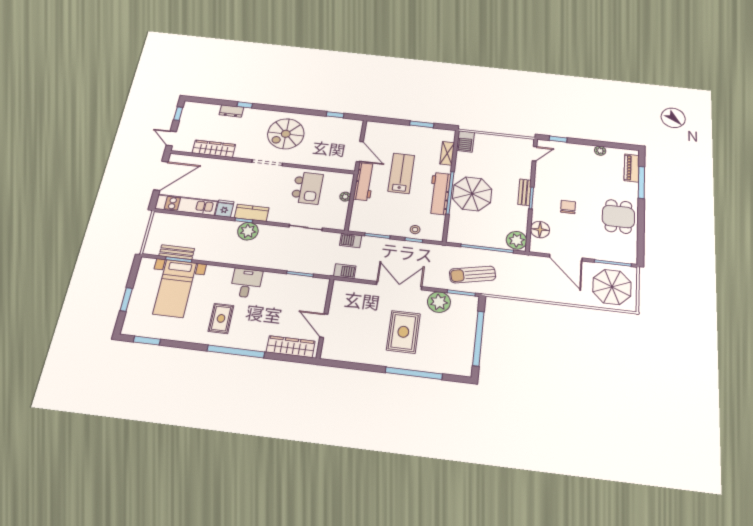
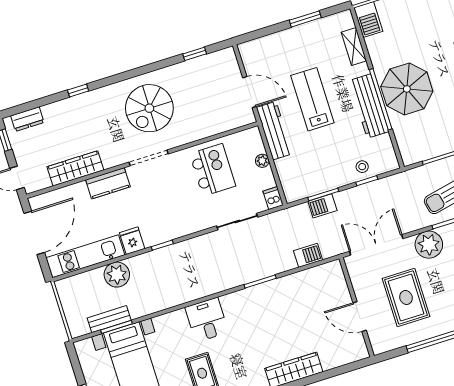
dresser: (231, 111) -> (27, 119), moved
kitchen counter: (252, 213) -> (108, 183), moved, turned 180
dishwasher: (340, 223) -> (273, 198), added
plant: (248, 231) -> (117, 275), moved
barbecue: (351, 240) -> (322, 206), moved
wall: (325, 318) -> (357, 307), moved
door: (324, 326) -> (360, 317), moved

